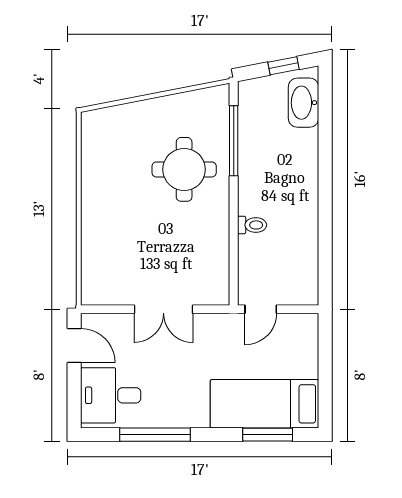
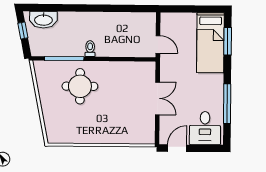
toilet: (252, 225) -> (90, 49), moved

